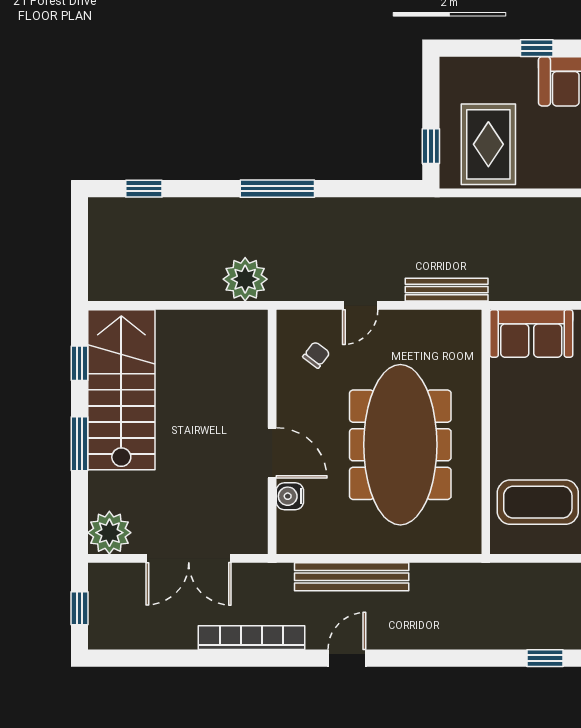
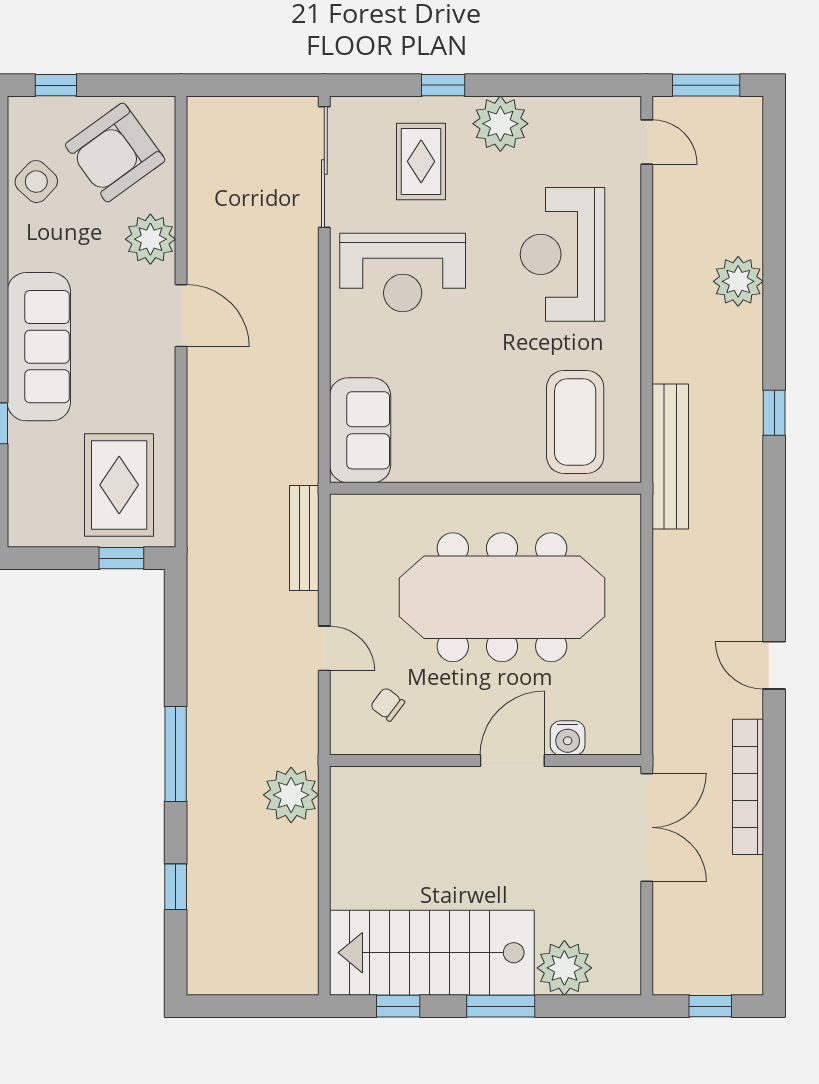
rug: (488, 144) -> (119, 485), turned 90
window: (144, 189) -> (176, 887), moved
plant: (109, 533) -> (564, 968), moved
double door: (189, 558) -> (647, 827), moved
bench: (352, 577) -> (670, 456), moved

